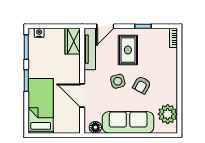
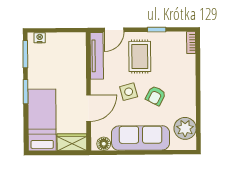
wardrobe: (73, 41) -> (72, 142), moved, turned 90
door: (82, 96) -> (89, 108), swing flipped

